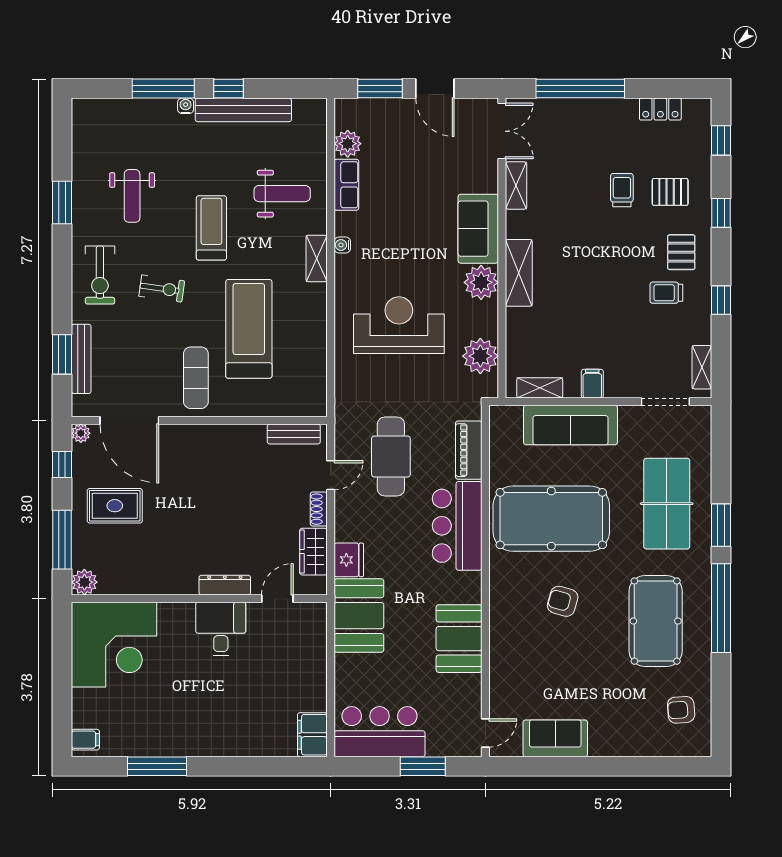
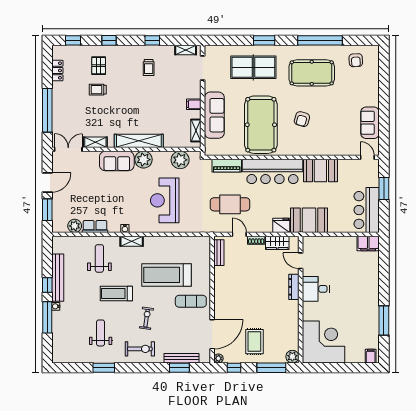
weight bench: (132, 196) -> (101, 333), turned -90
pallet: (681, 252) -> (128, 60), removed
shelving: (519, 273) -> (139, 141), width x1.47
bar counter: (457, 526) -> (272, 171), width x1.36
window: (721, 608) -> (320, 40), moved

